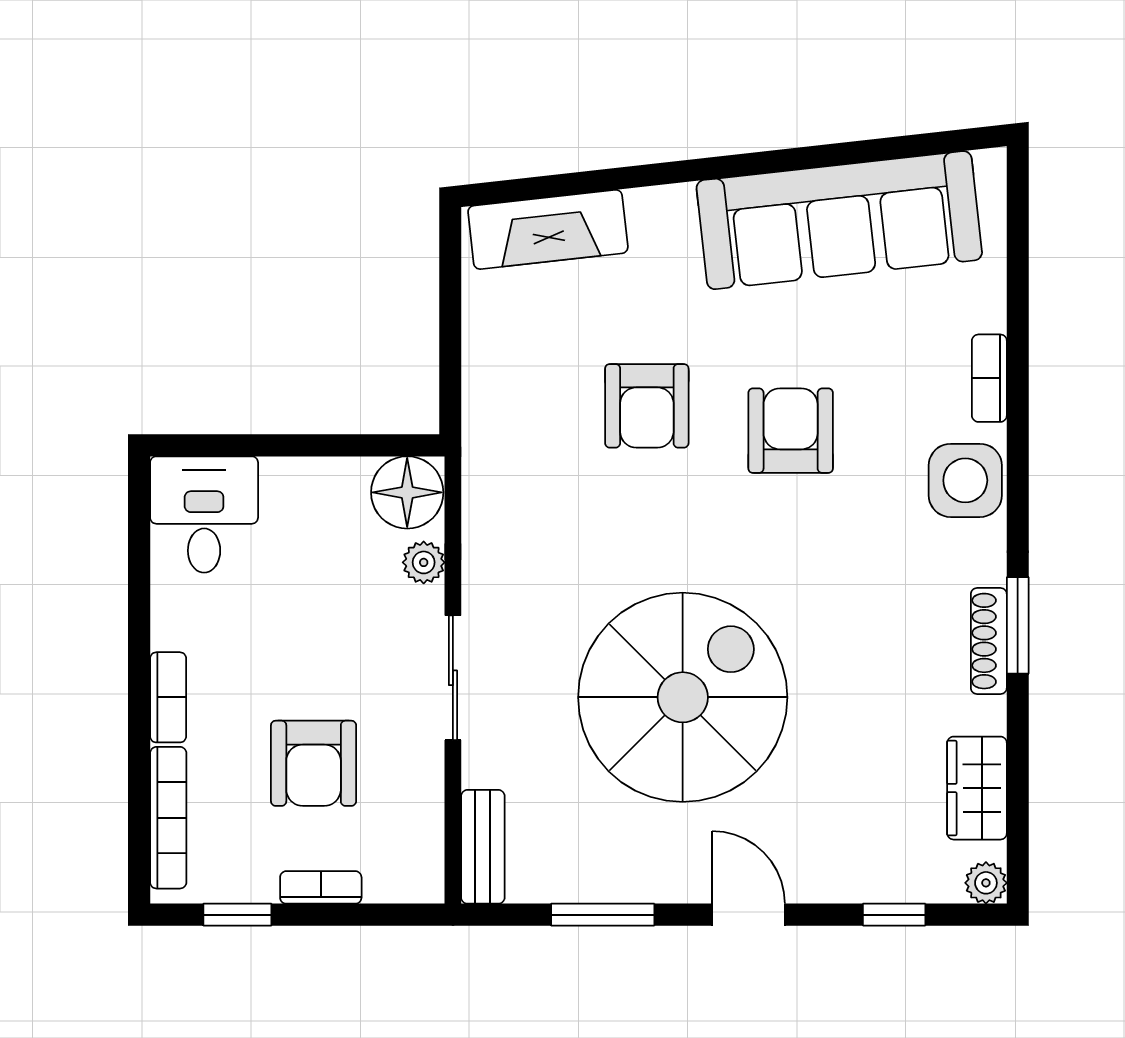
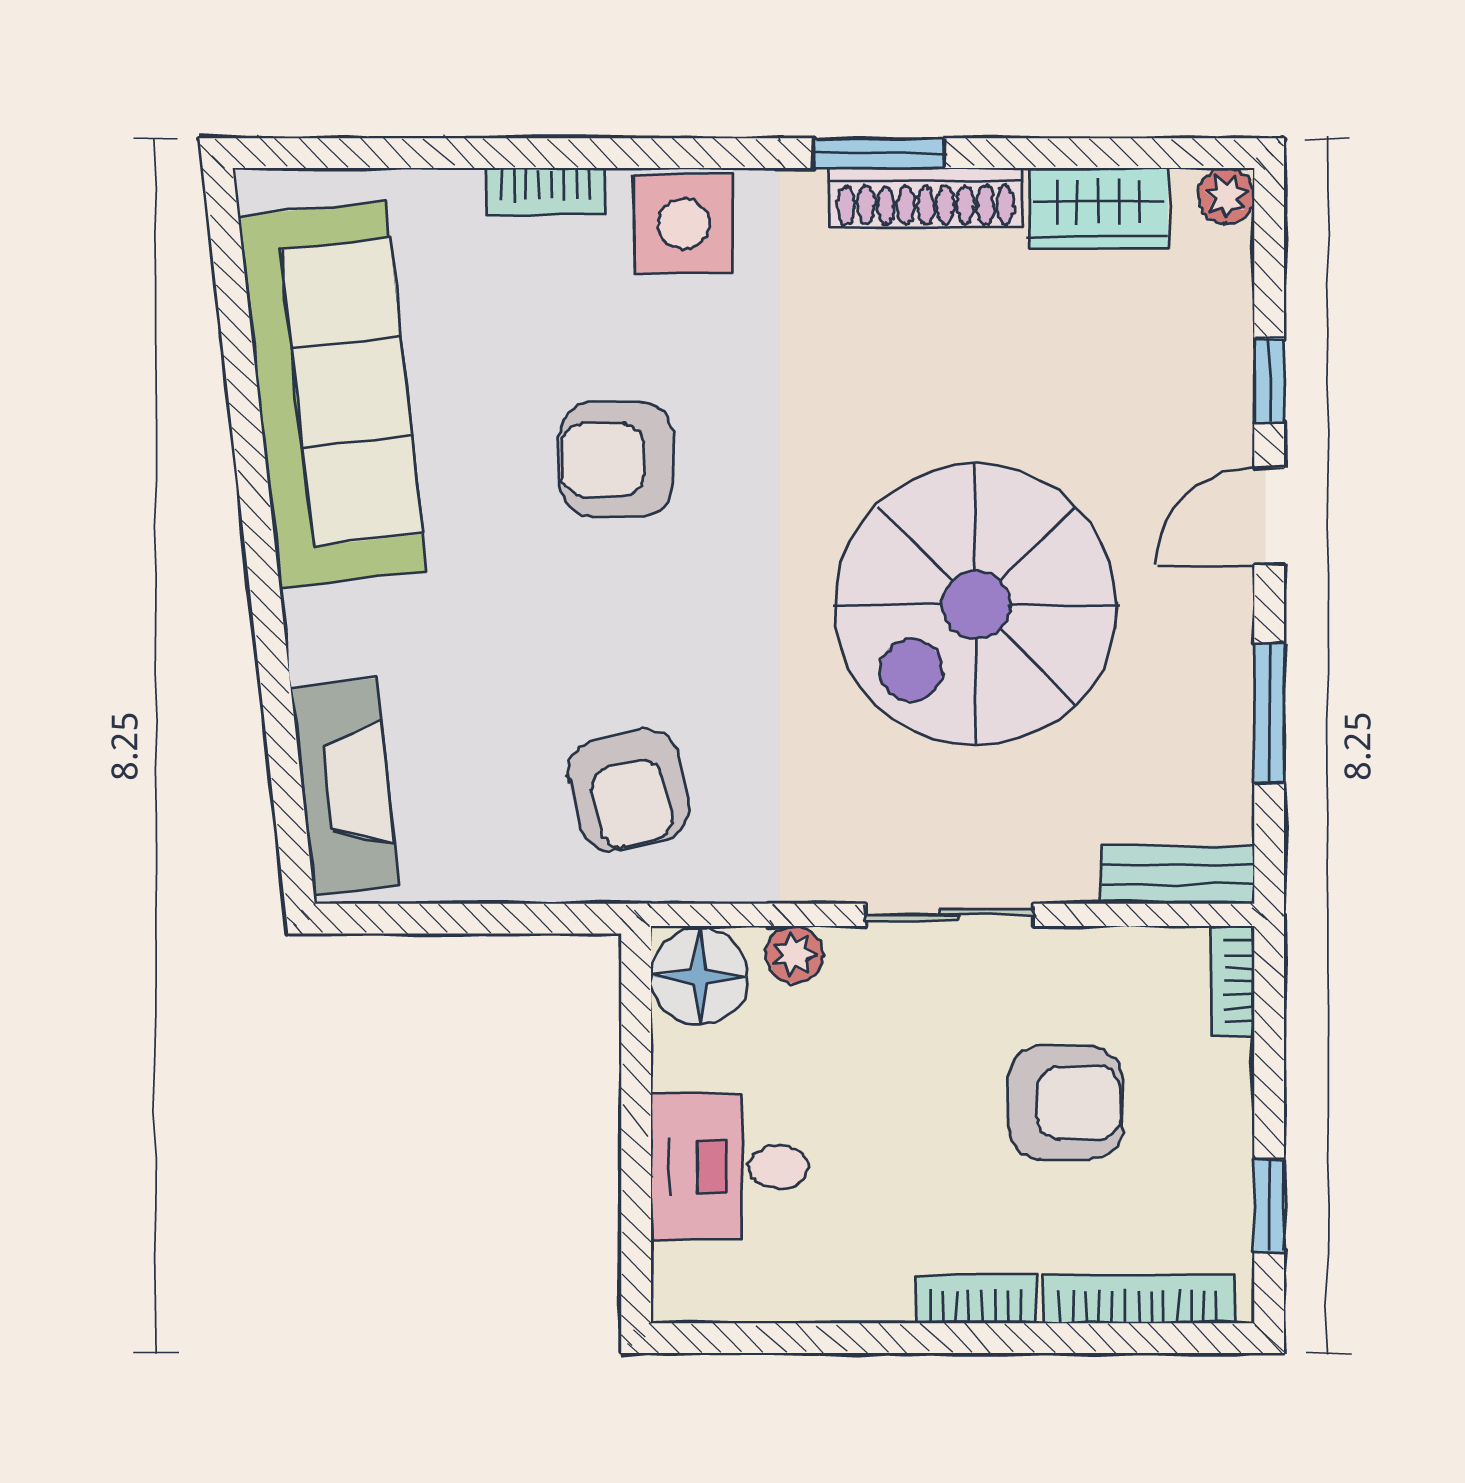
armchair: (647, 406) -> (629, 790), moved, turned 77
desk: (204, 514) -> (729, 1167), moved
shoe rack: (989, 641) -> (926, 198), width x1.36, depth x1.24
spiral stairs: (683, 697) -> (976, 605), turned -90
bookcase: (321, 887) -> (1232, 981), moved
window: (894, 915) -> (1269, 380), moved

